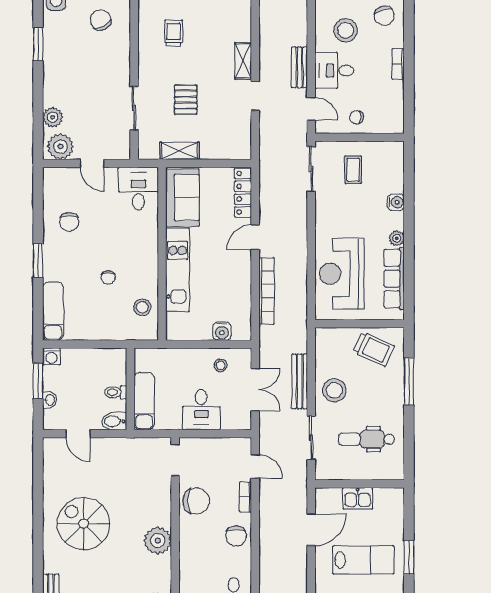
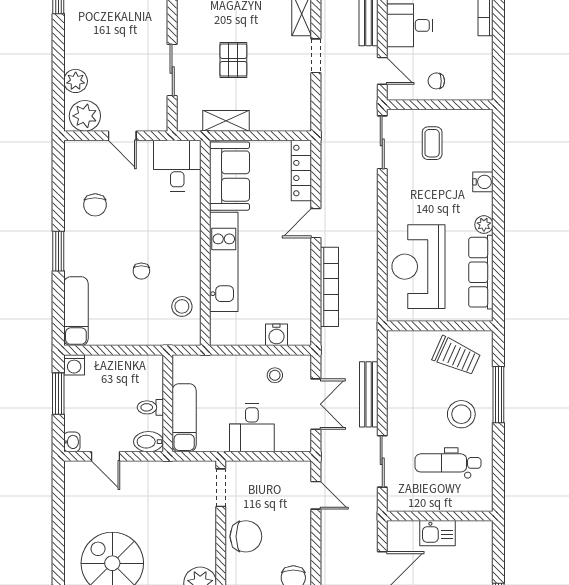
stool: (334, 390) -> (461, 414), moved
washbasin: (50, 400) -> (72, 442), moved
bookcase: (245, 497) -> (304, 531), removed

